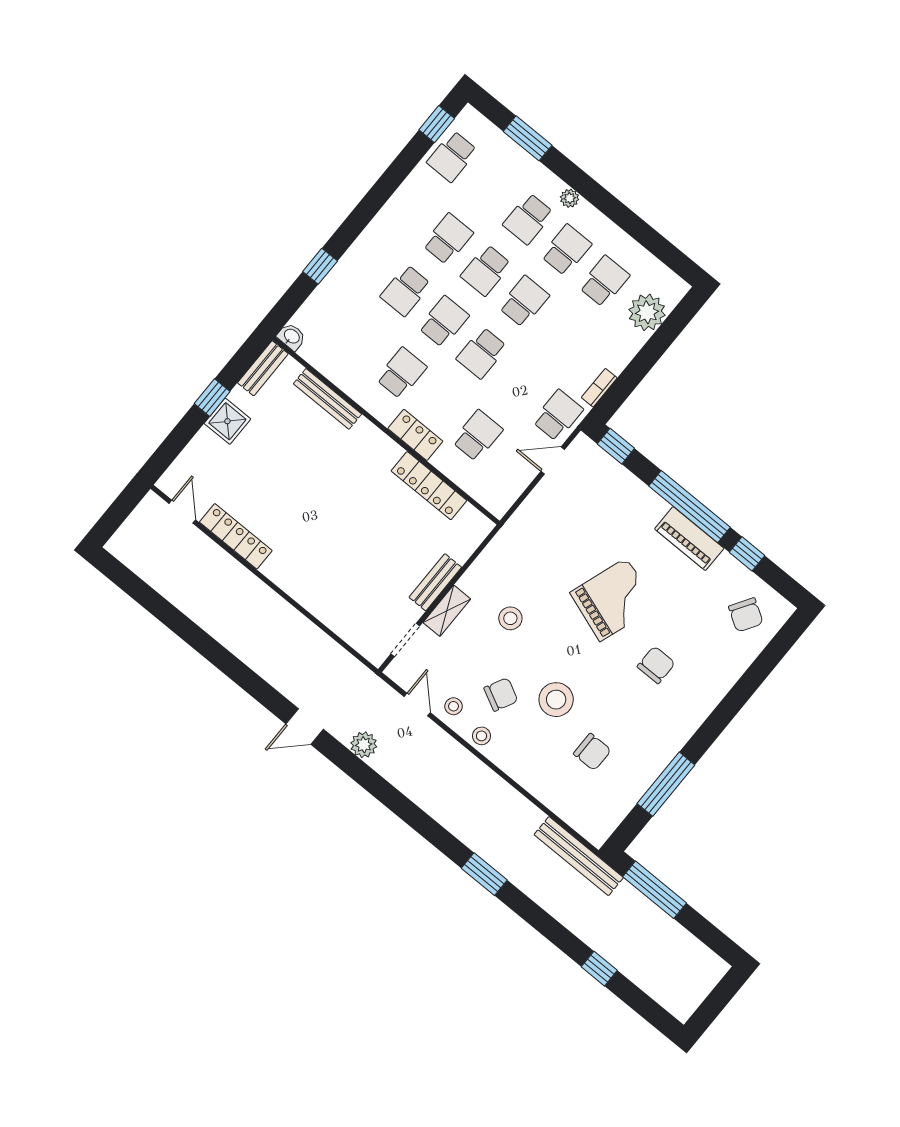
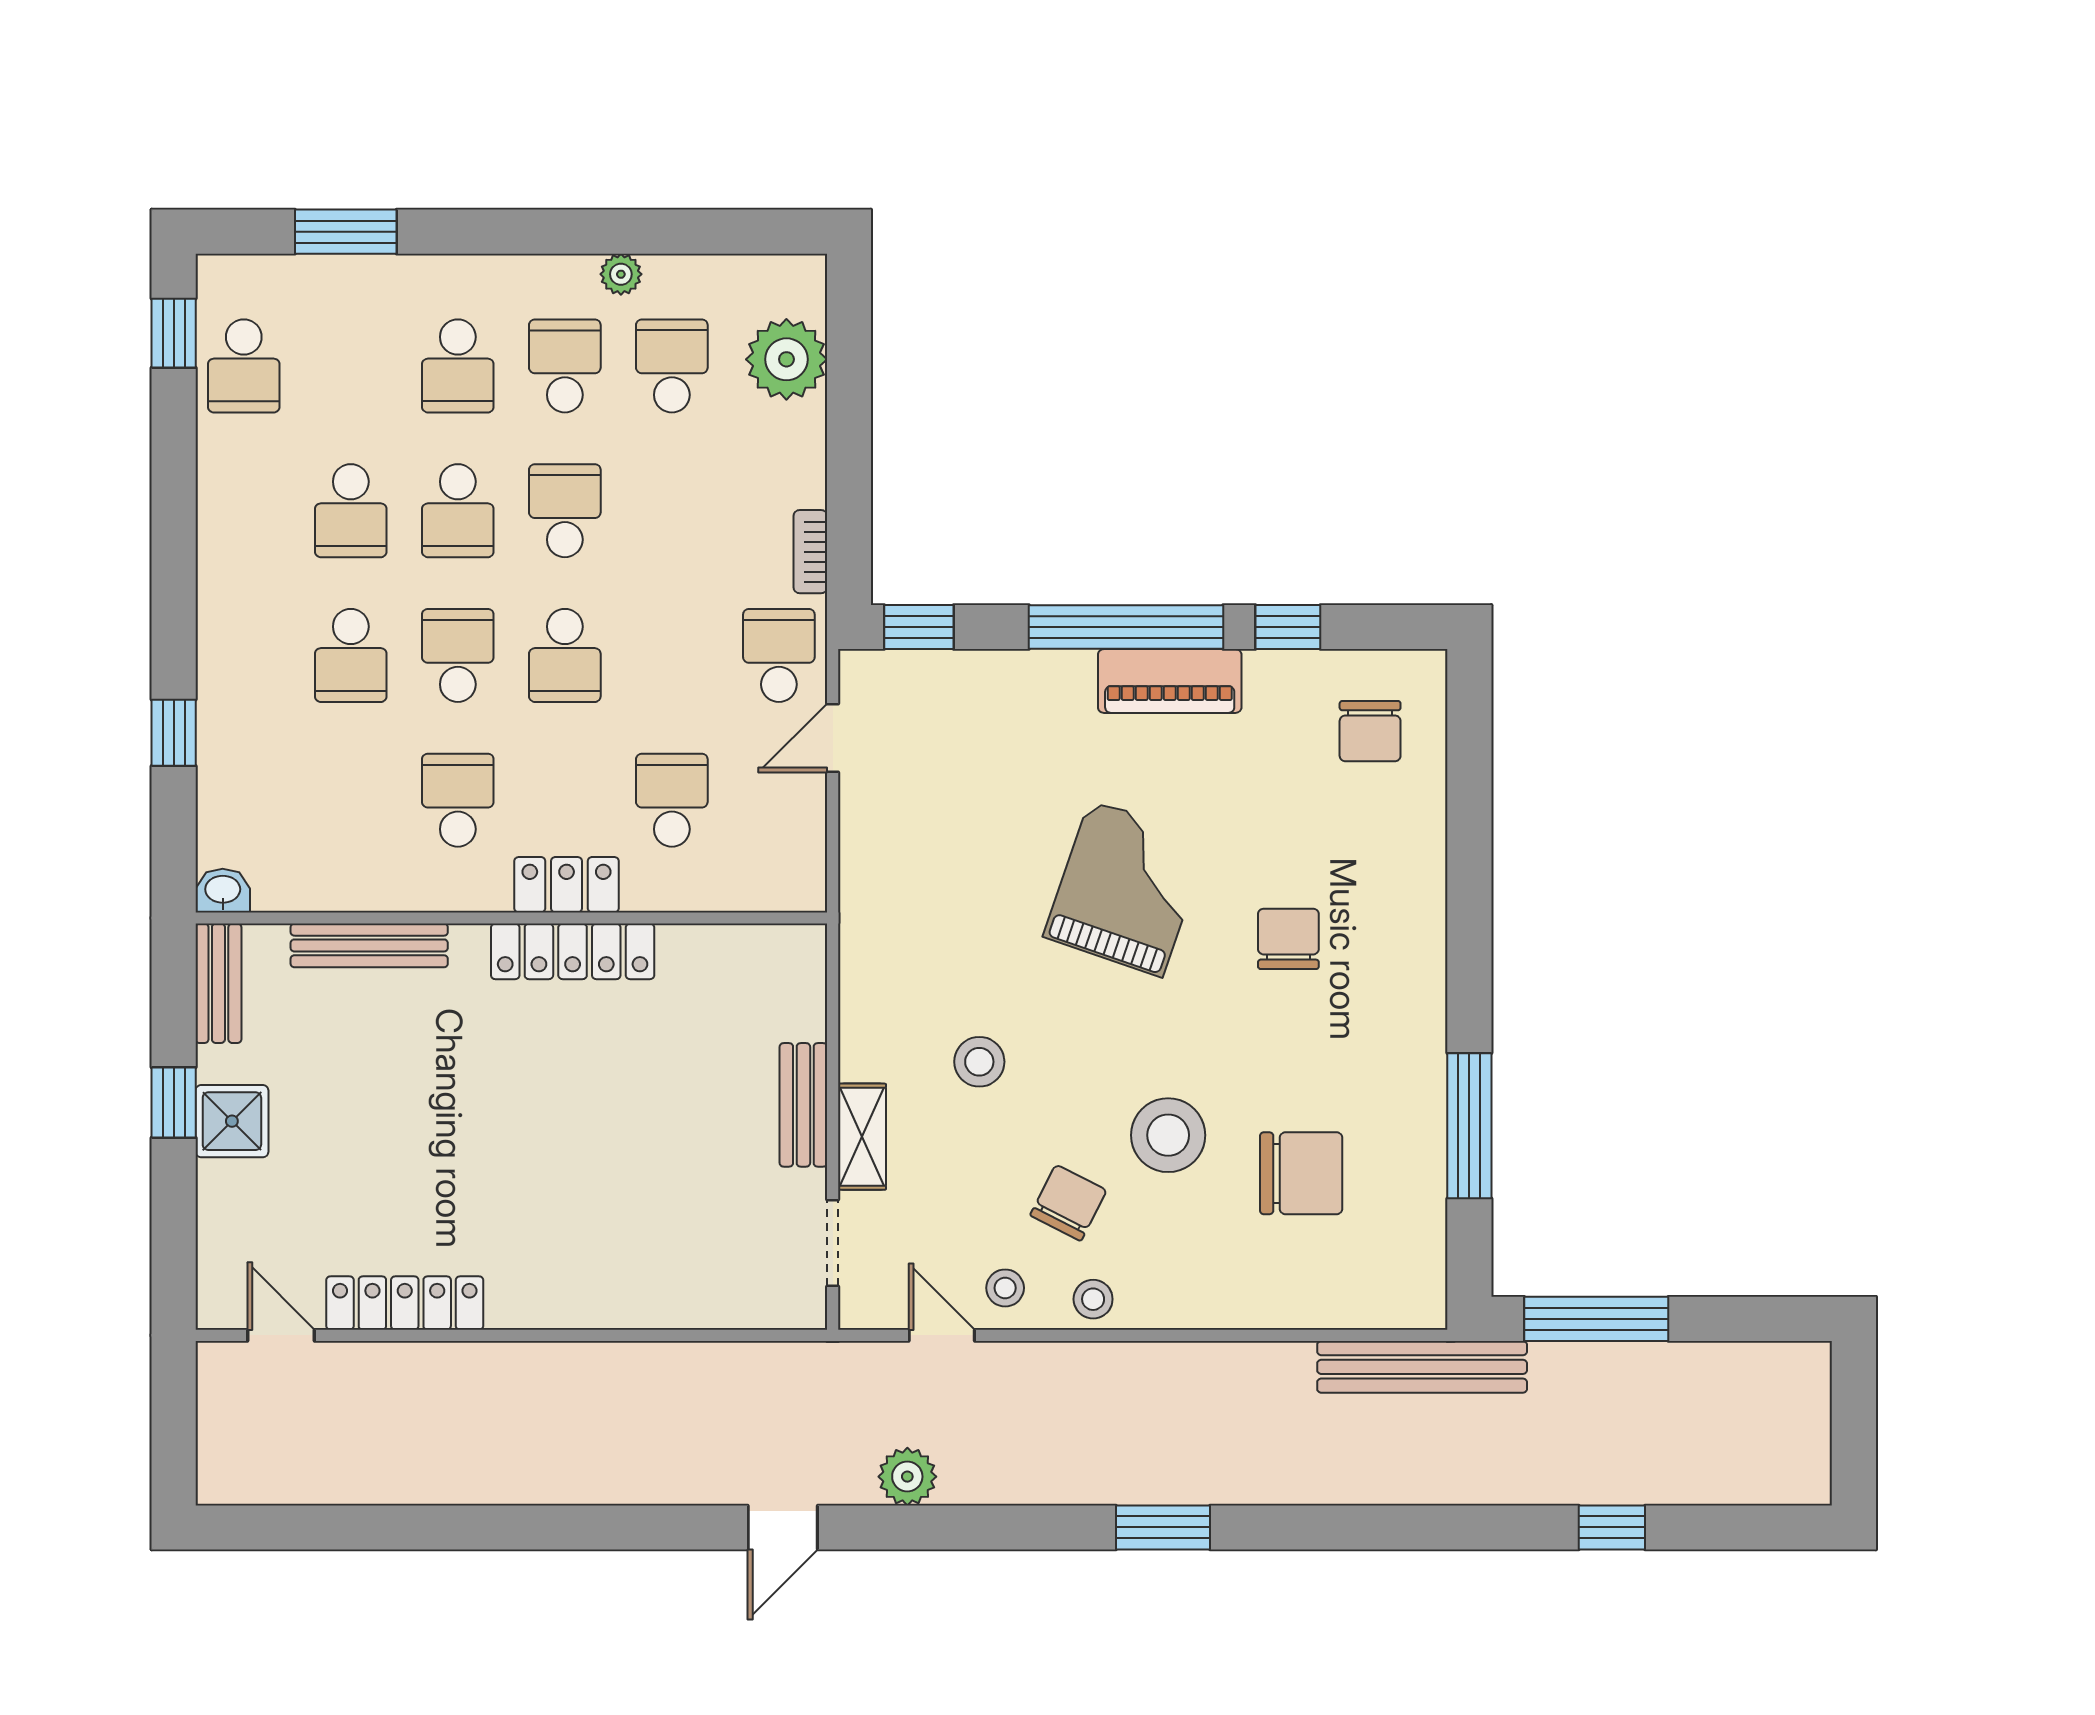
plant: (570, 198) -> (621, 274), moved
school desk: (448, 239) -> (351, 511), turned 180
locker: (429, 486) -> (573, 951), moved
chair: (746, 615) -> (1370, 731), turned 58
chair: (592, 752) -> (1301, 1173), width x1.37, depth x1.37
window: (484, 874) -> (1163, 1527), moved

